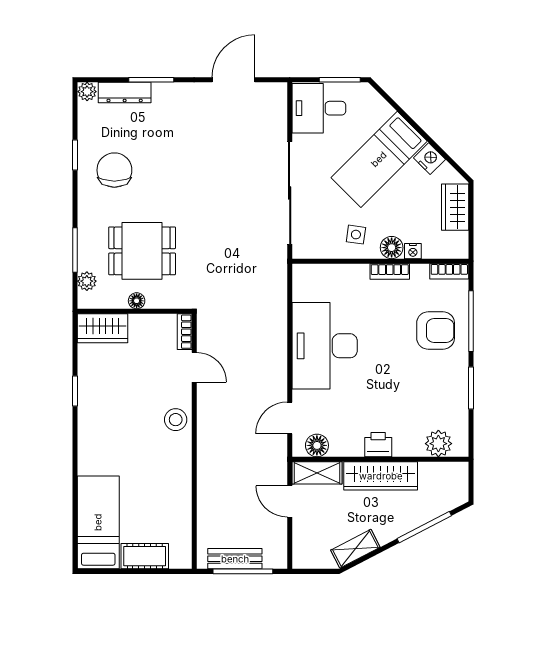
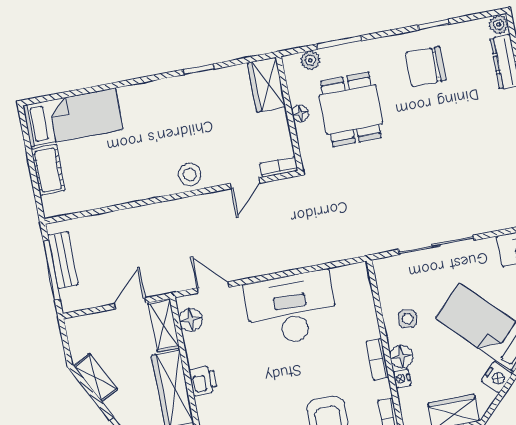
chair: (114, 170) -> (426, 67), turned 180
sliding door: (290, 193) -> (436, 245), width x0.73

